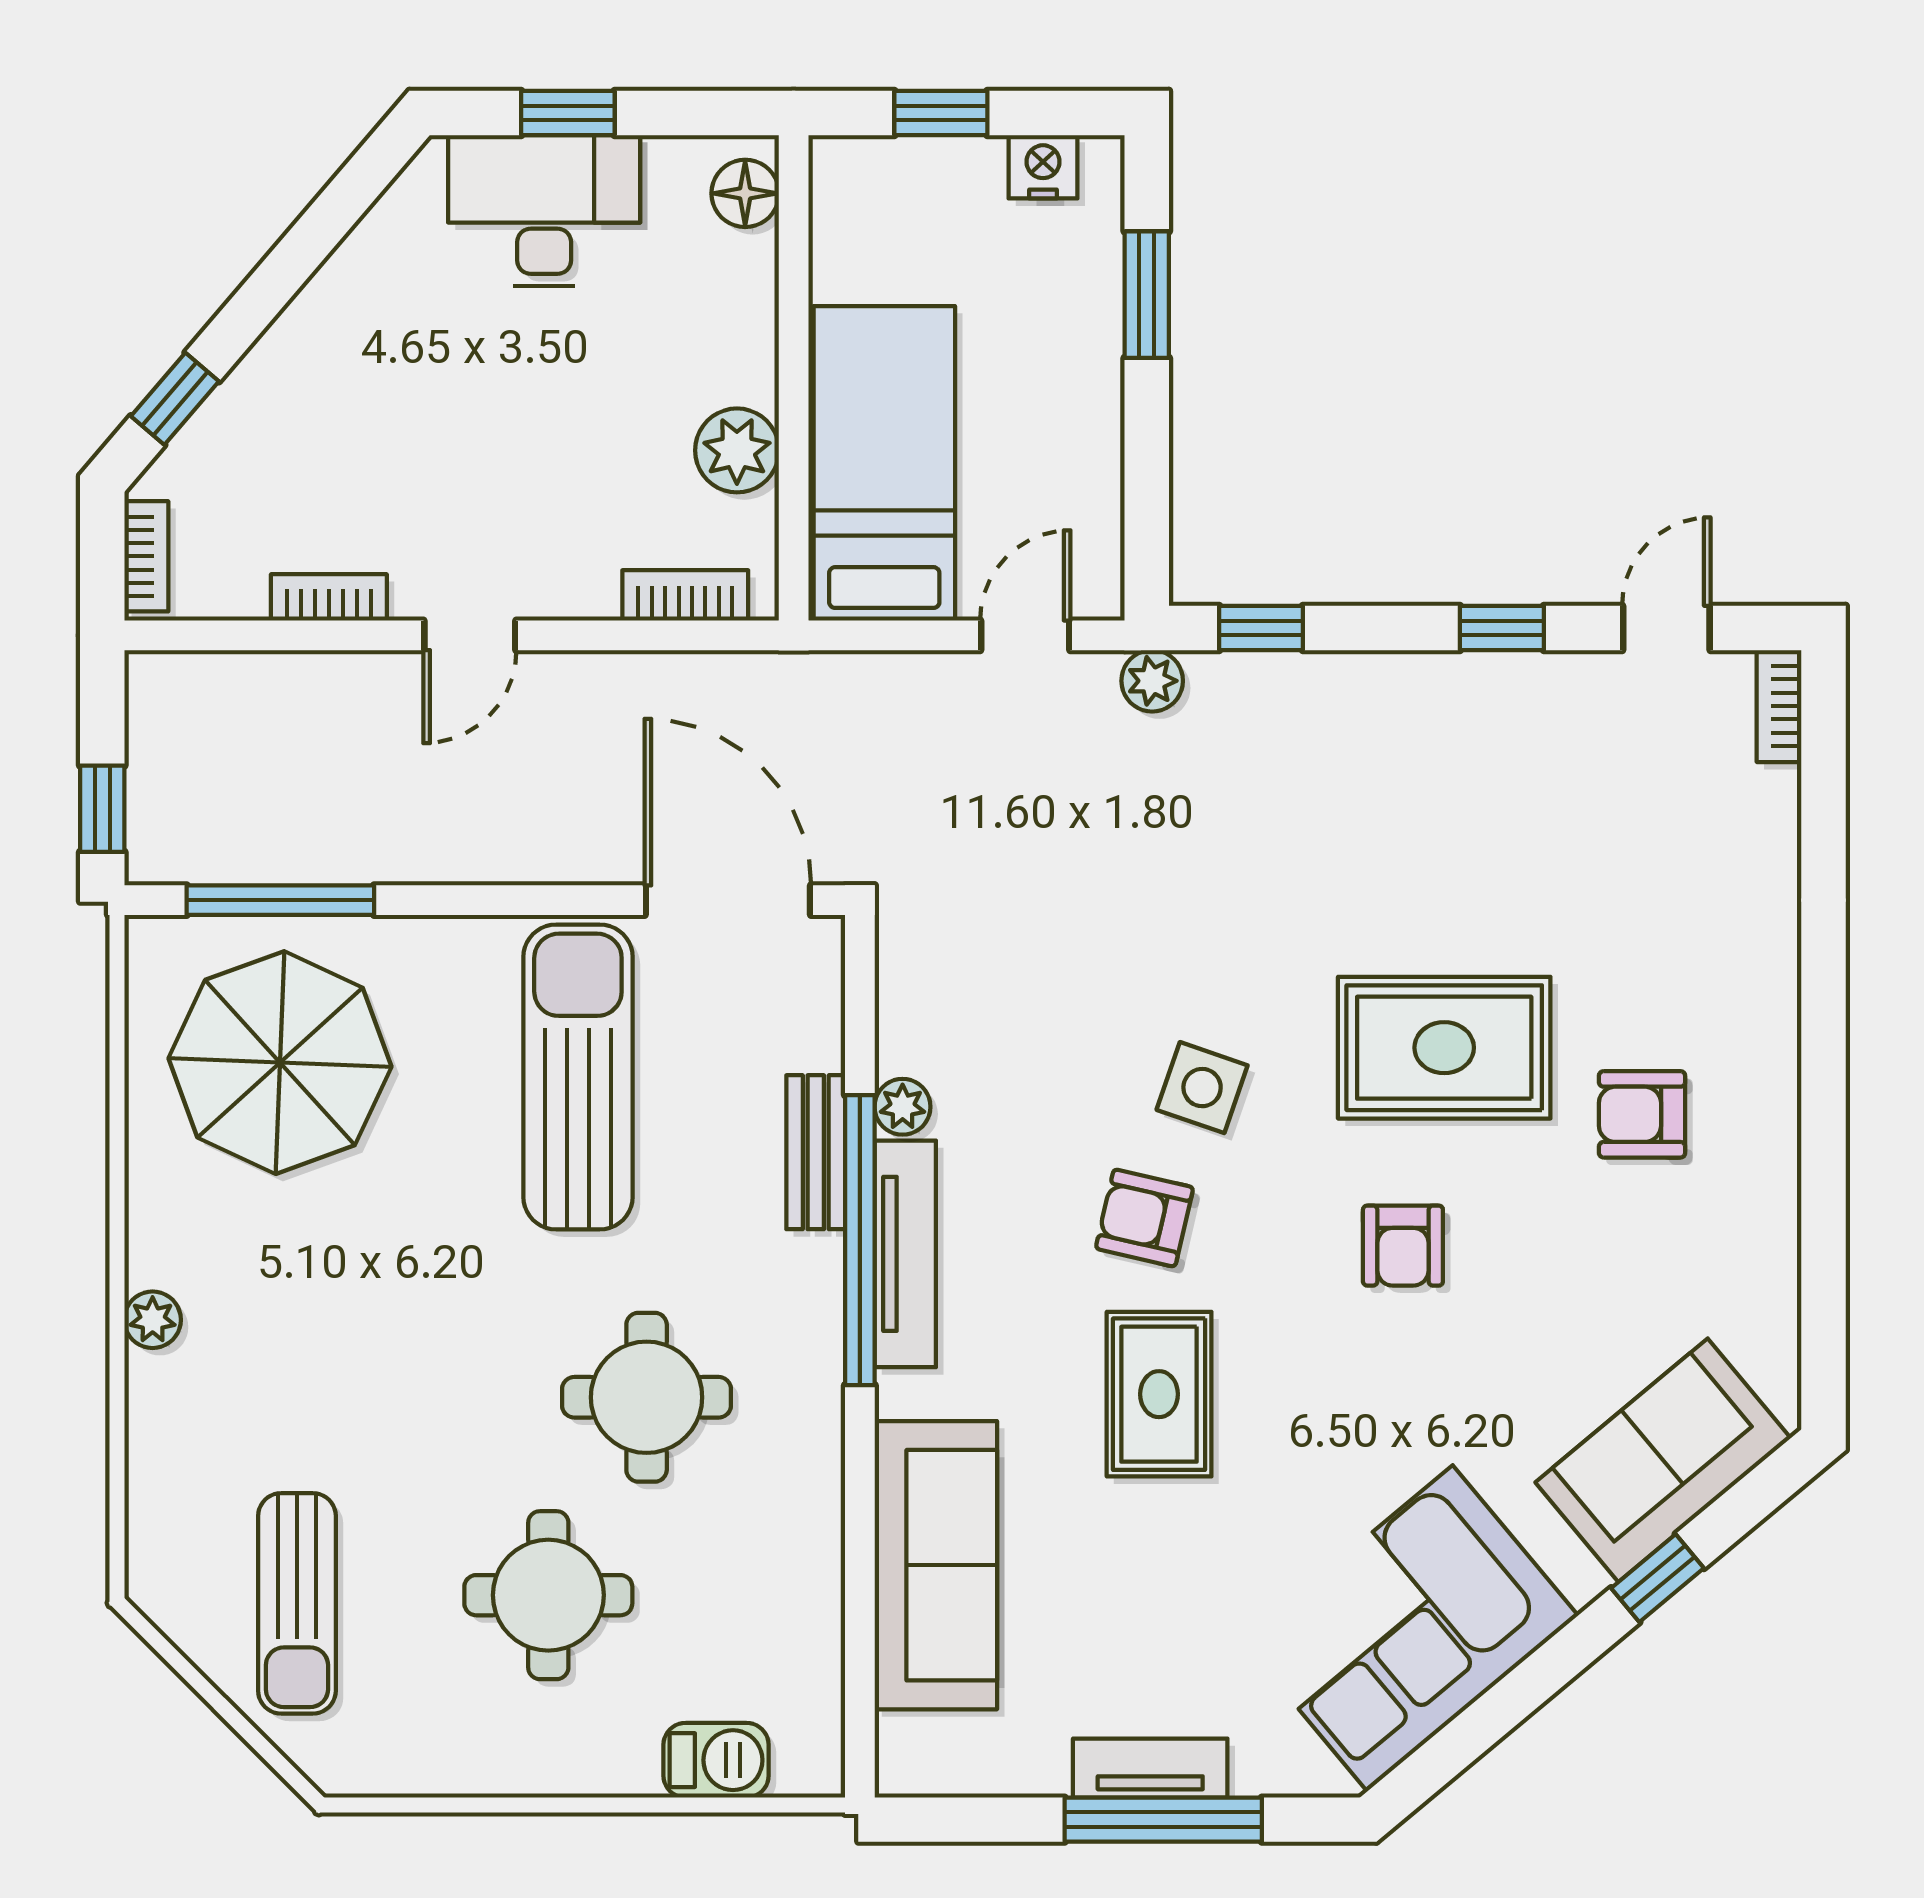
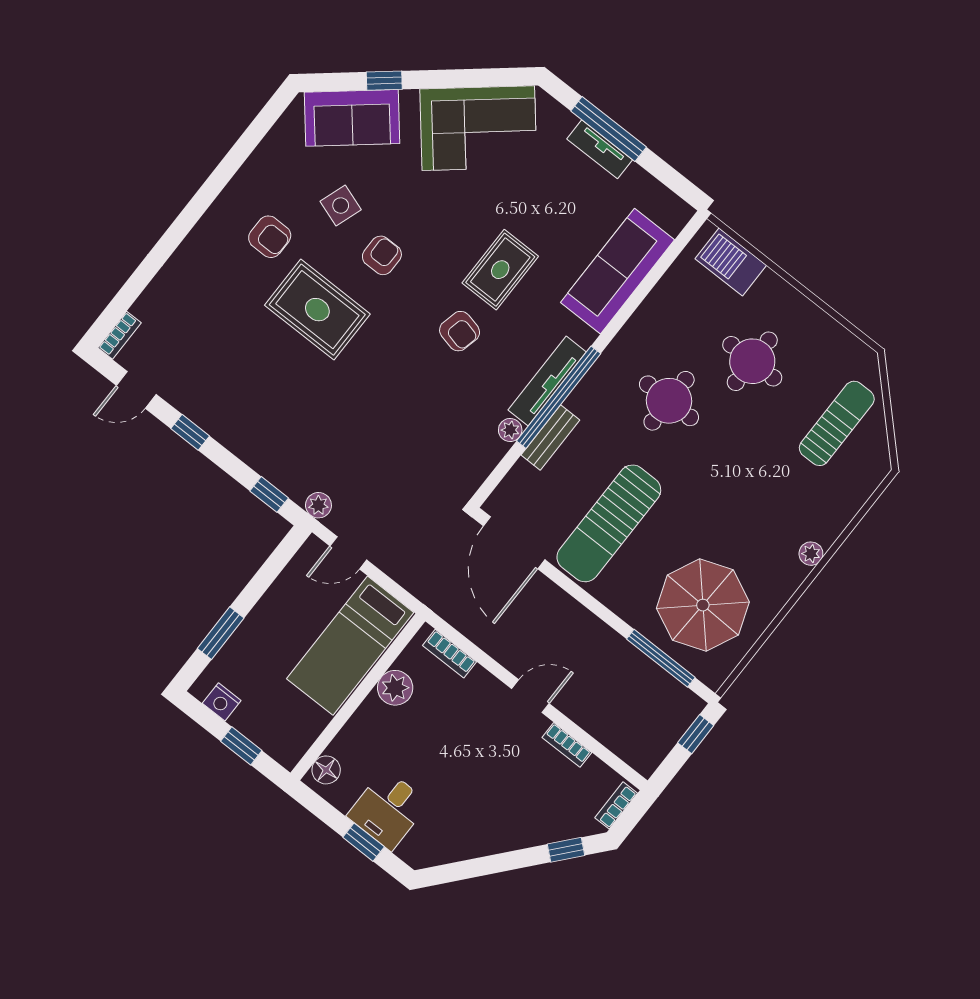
desk: (544, 211) -> (388, 809), width x0.73
side table: (1202, 1088) -> (341, 206), moved
barbecue: (716, 1760) -> (731, 262), width x1.38, depth x1.27

